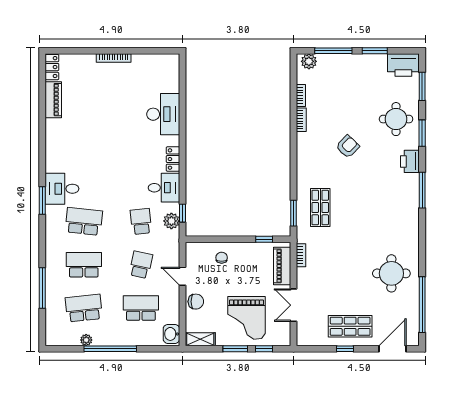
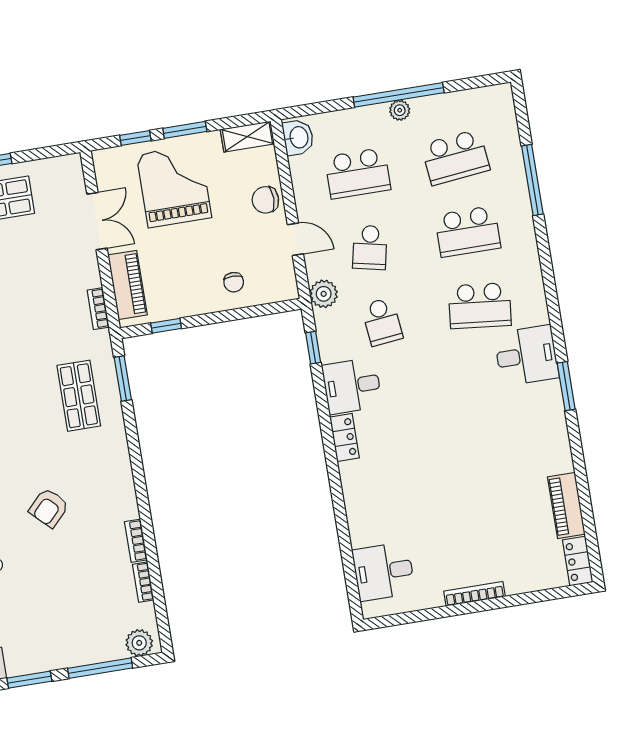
desk: (163, 114) -> (384, 571), moved, width x0.73
window: (42, 200) -> (566, 386), moved
plant: (171, 221) -> (324, 294), moved
plant: (86, 340) -> (400, 110), moved

